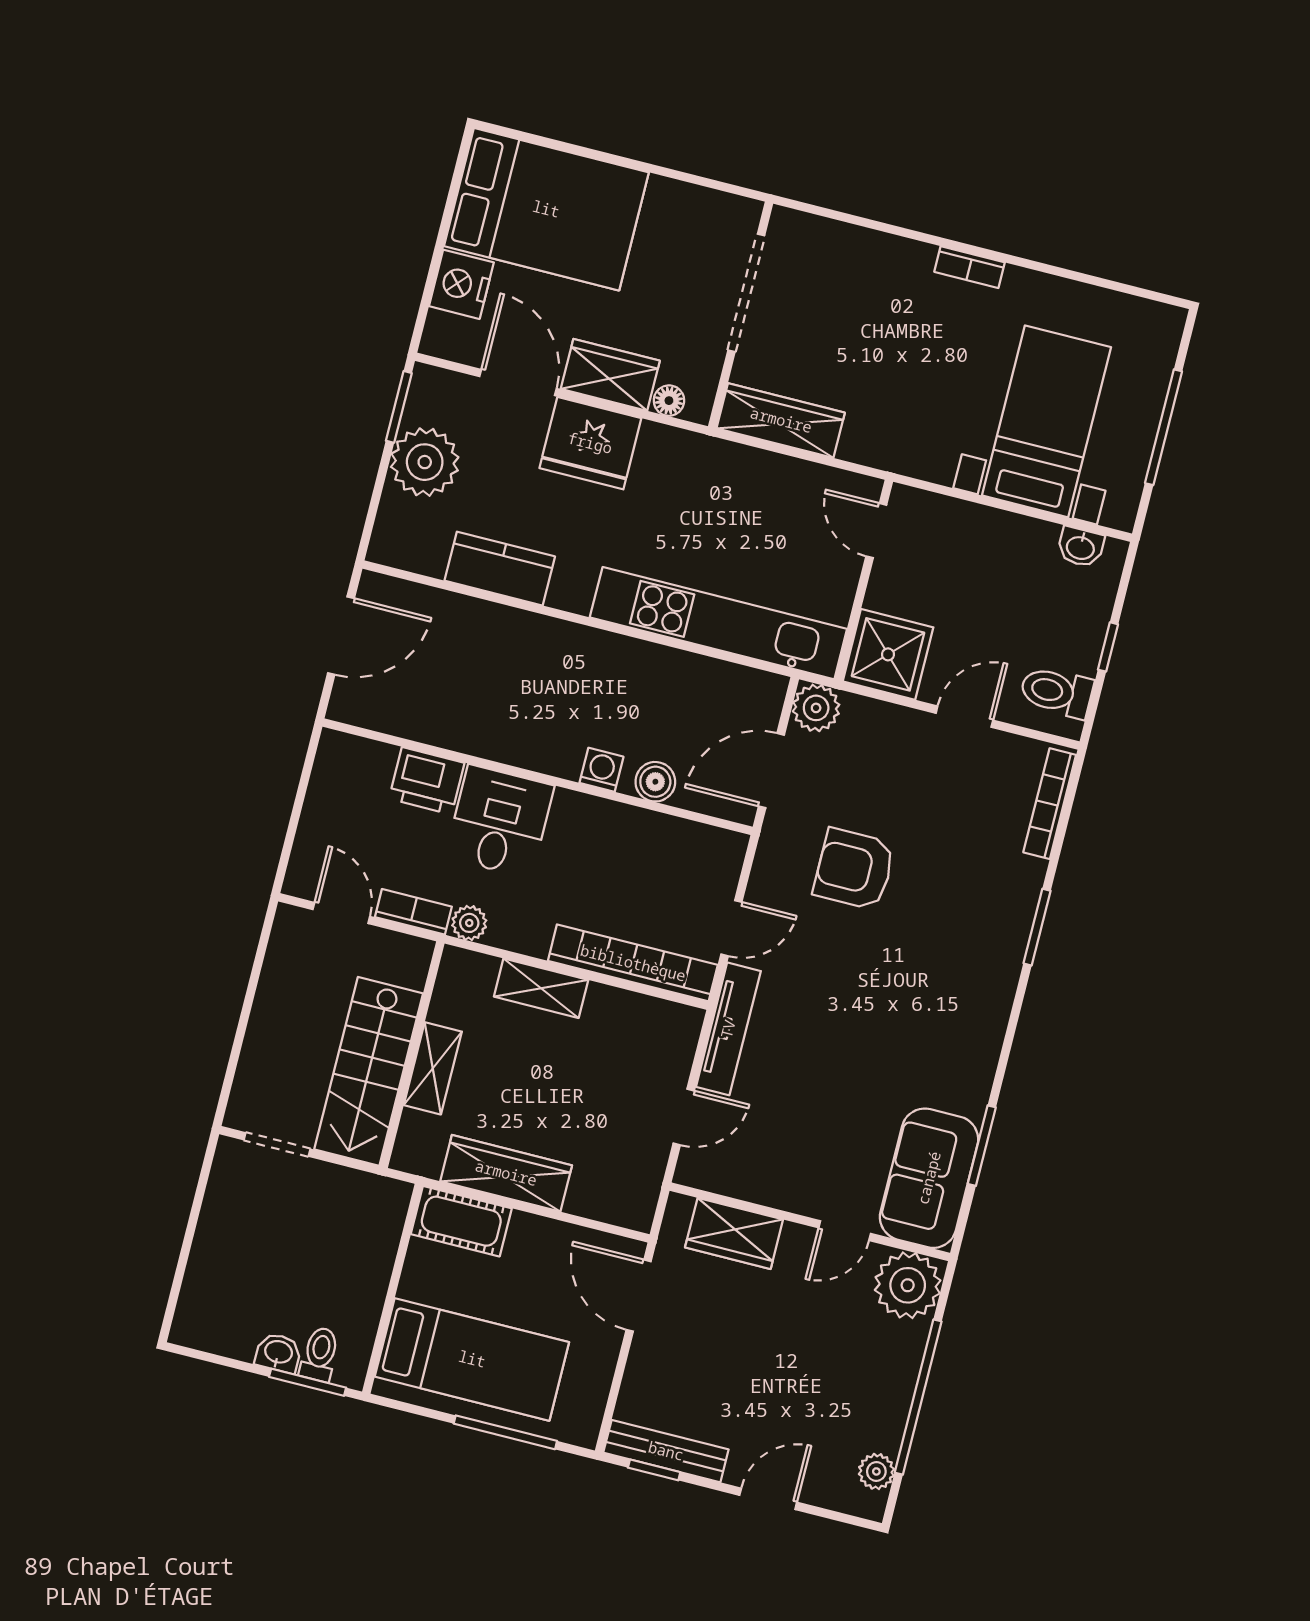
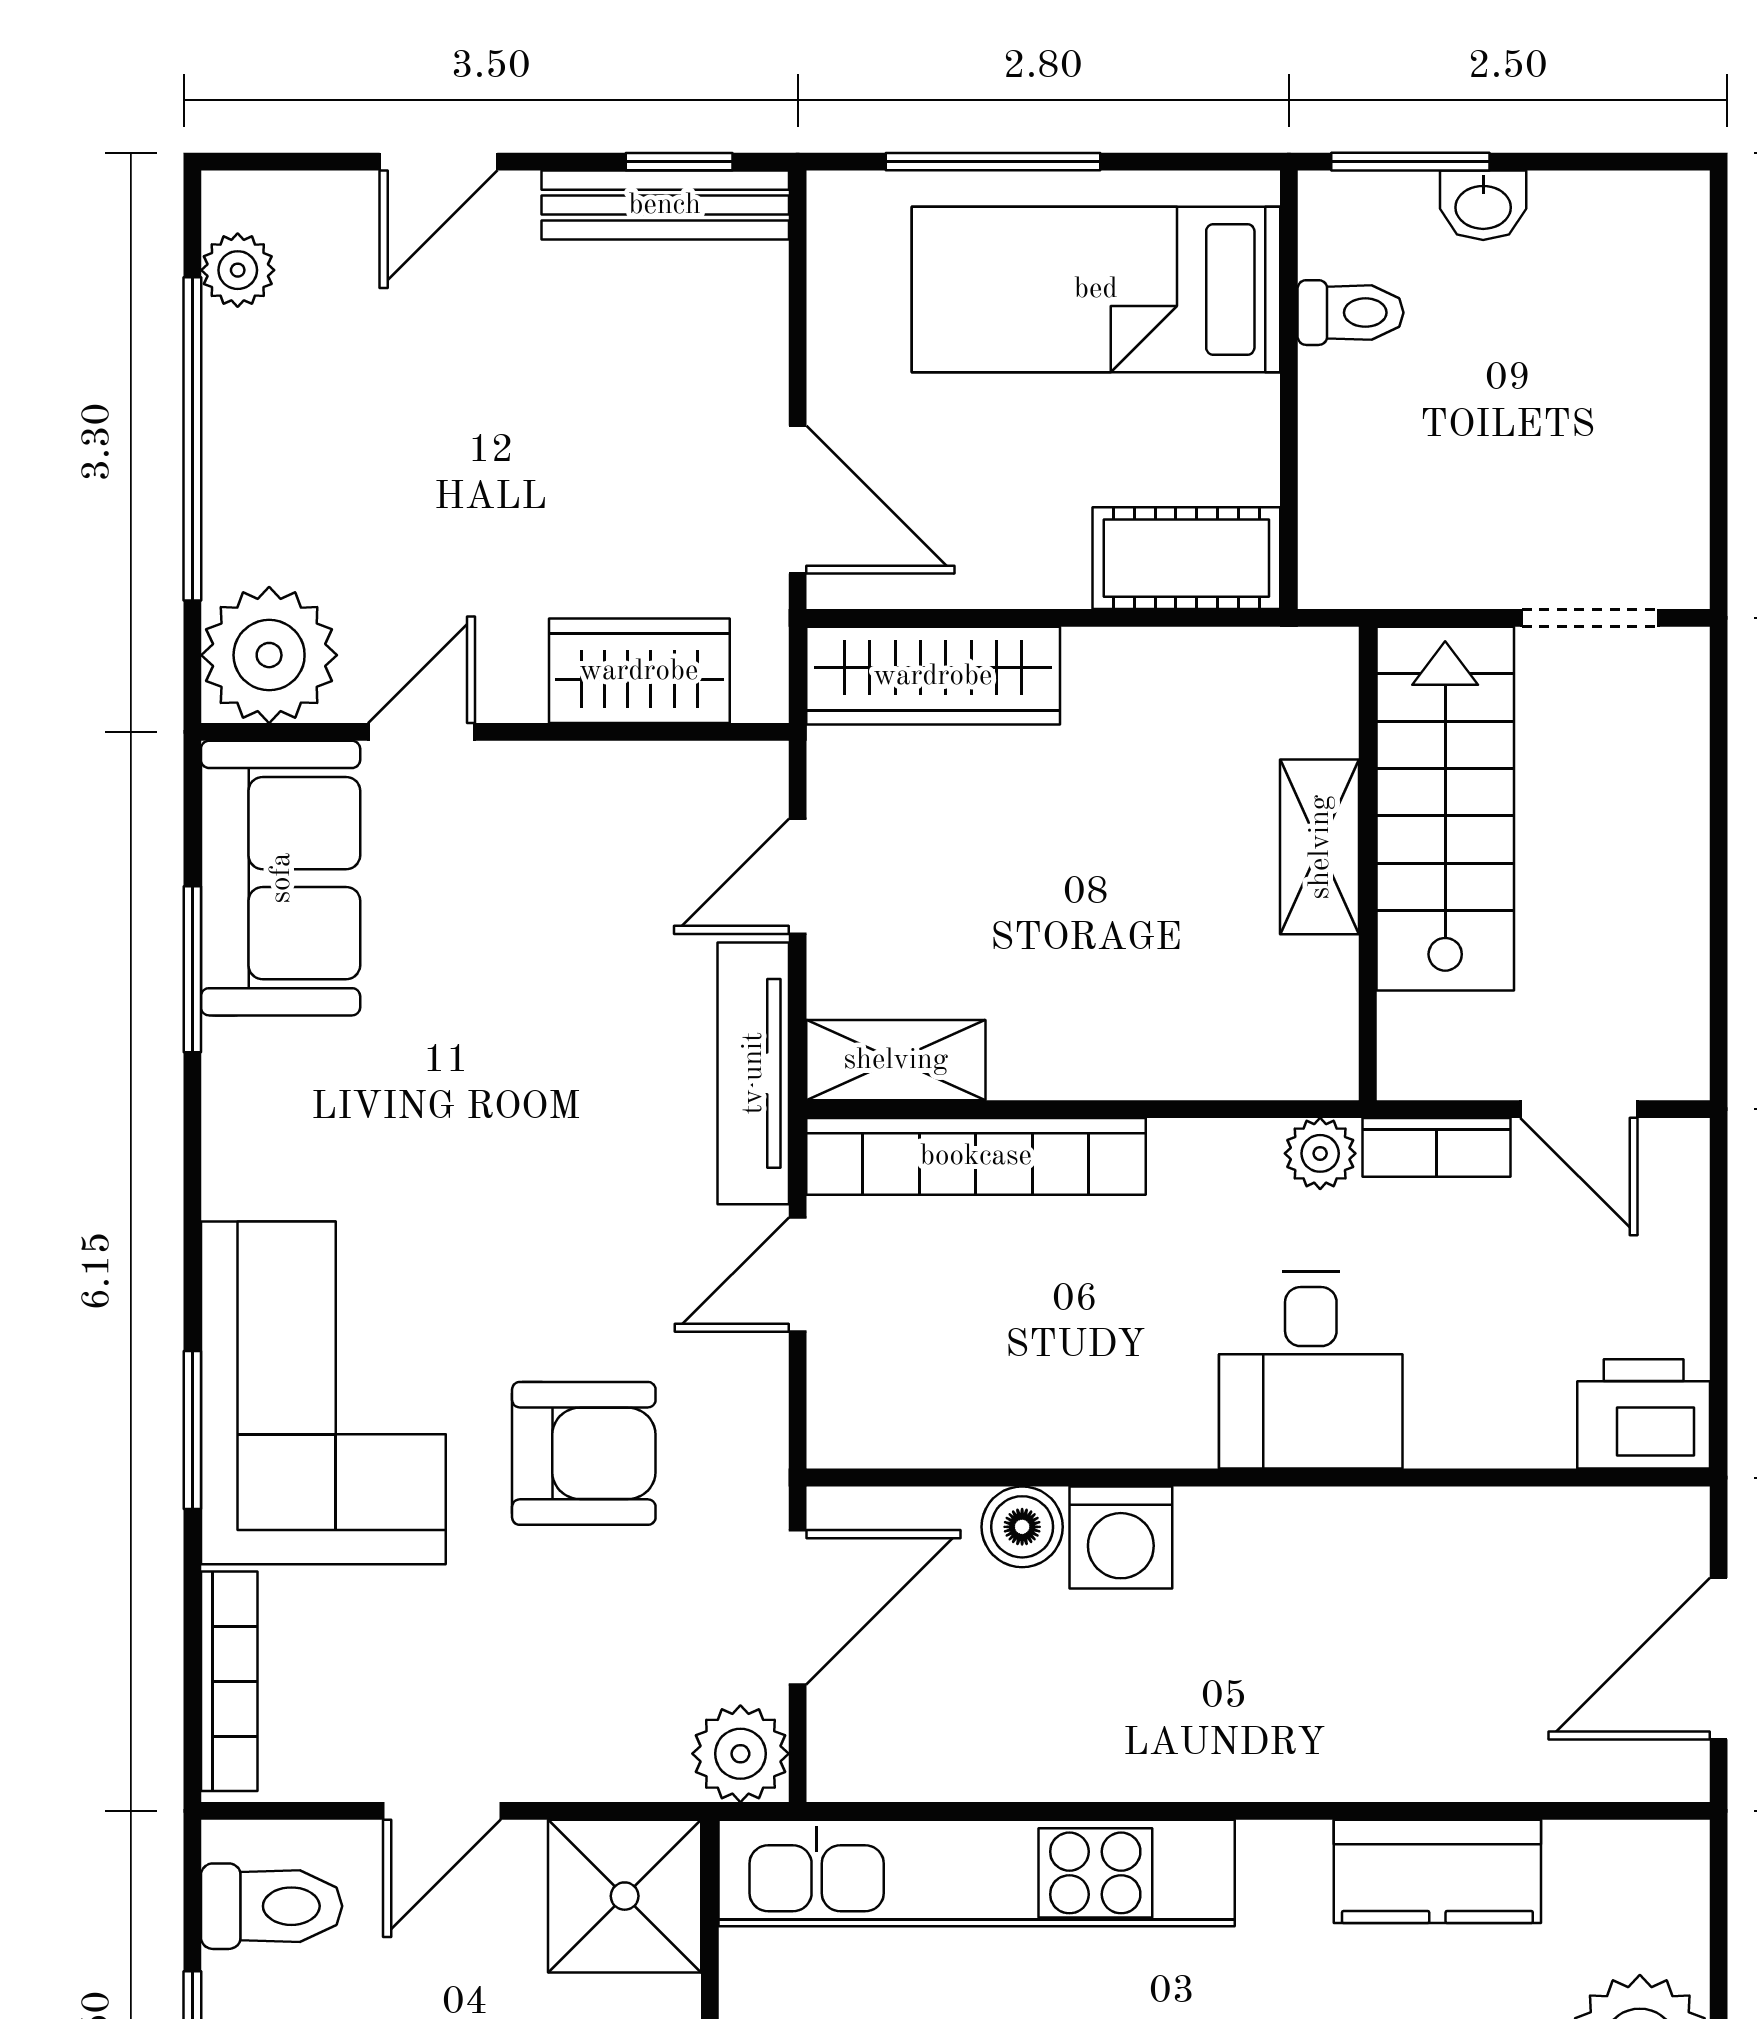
washing machine: (601, 770) -> (1121, 1538), width x1.38, depth x1.38
printer: (427, 781) -> (1644, 1414), moved
corner sofa: (970, 929) -> (323, 1393), added
shelving: (541, 988) -> (896, 1060), moved
wardrobe: (506, 1173) -> (933, 676), moved
toilet: (320, 1354) -> (1351, 313), moved, turned -90

